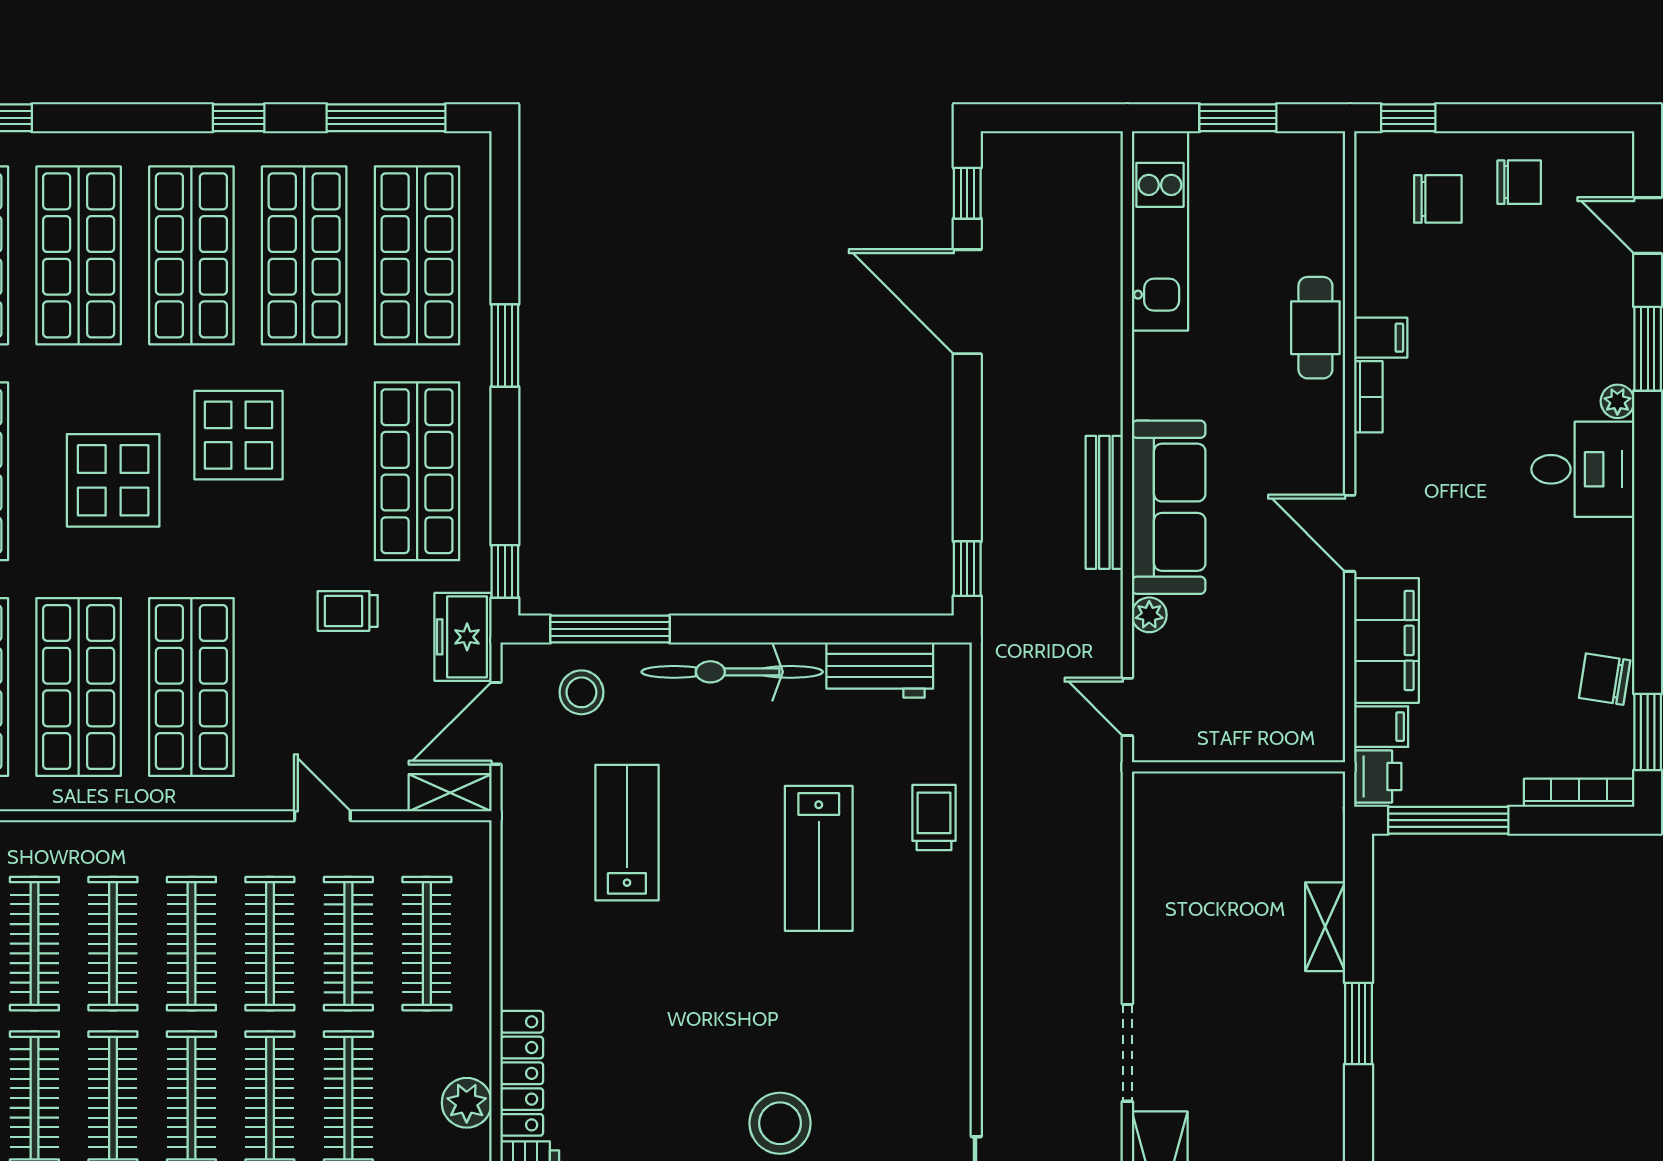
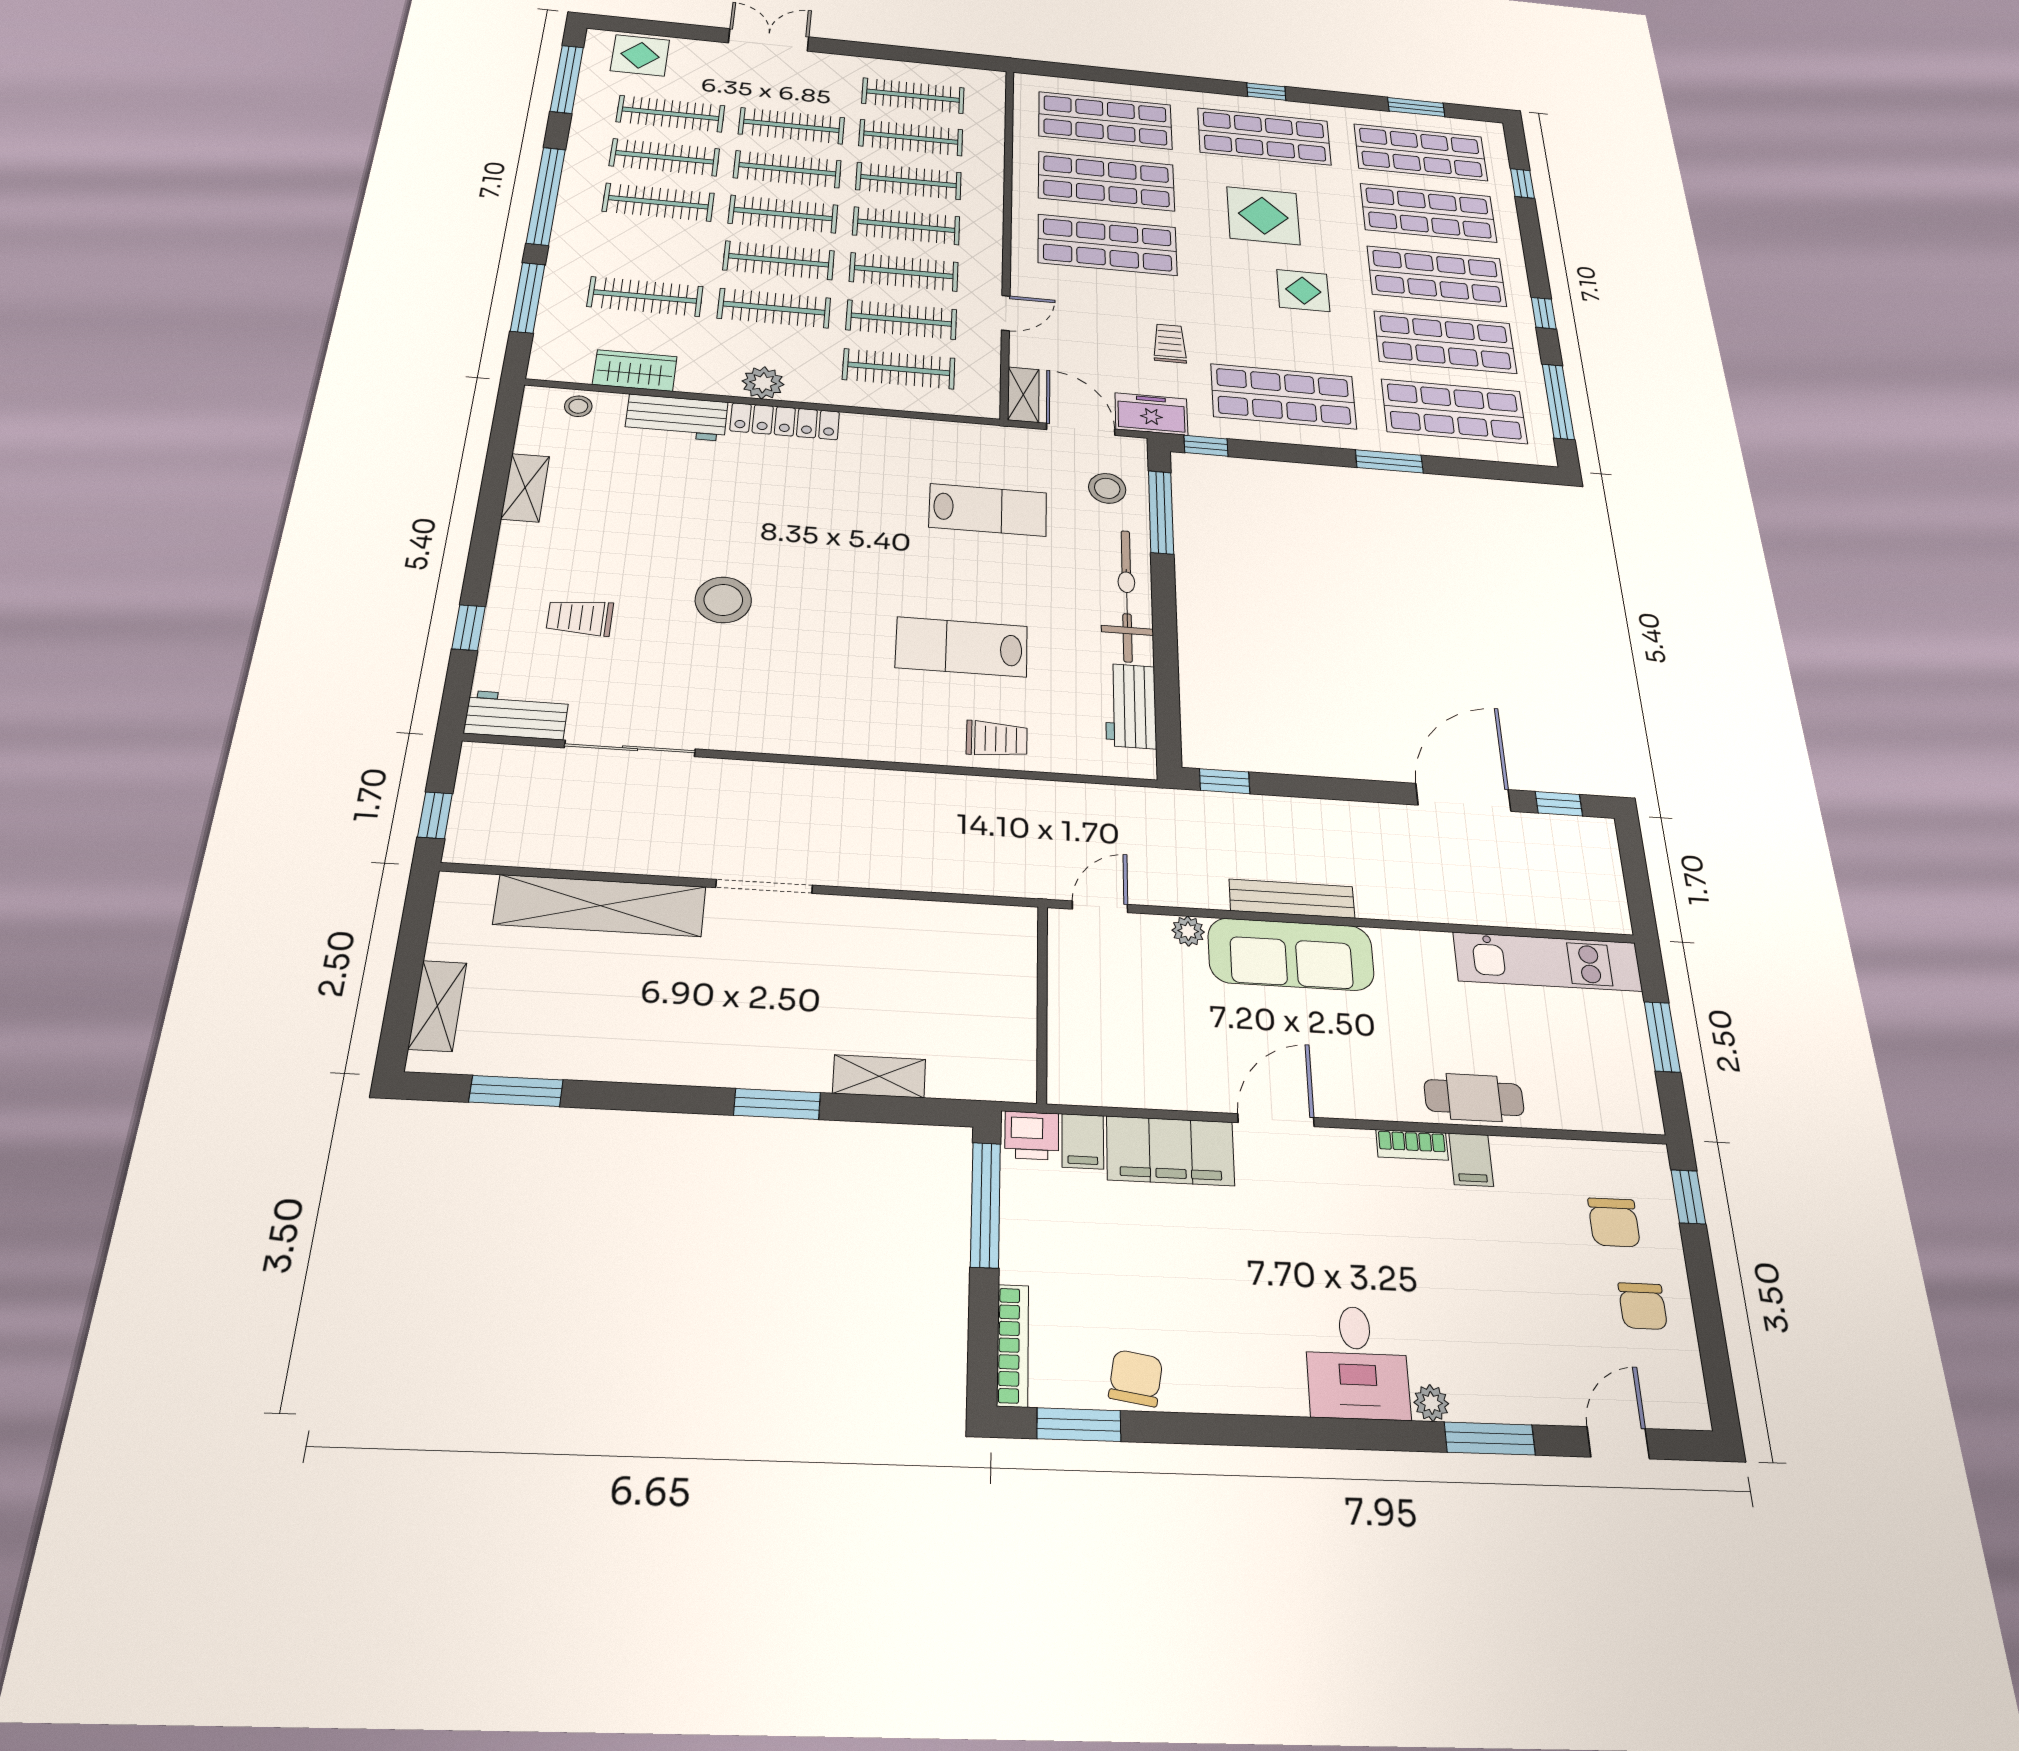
display table: (238, 435) -> (1303, 291), width x0.73, depth x0.73

